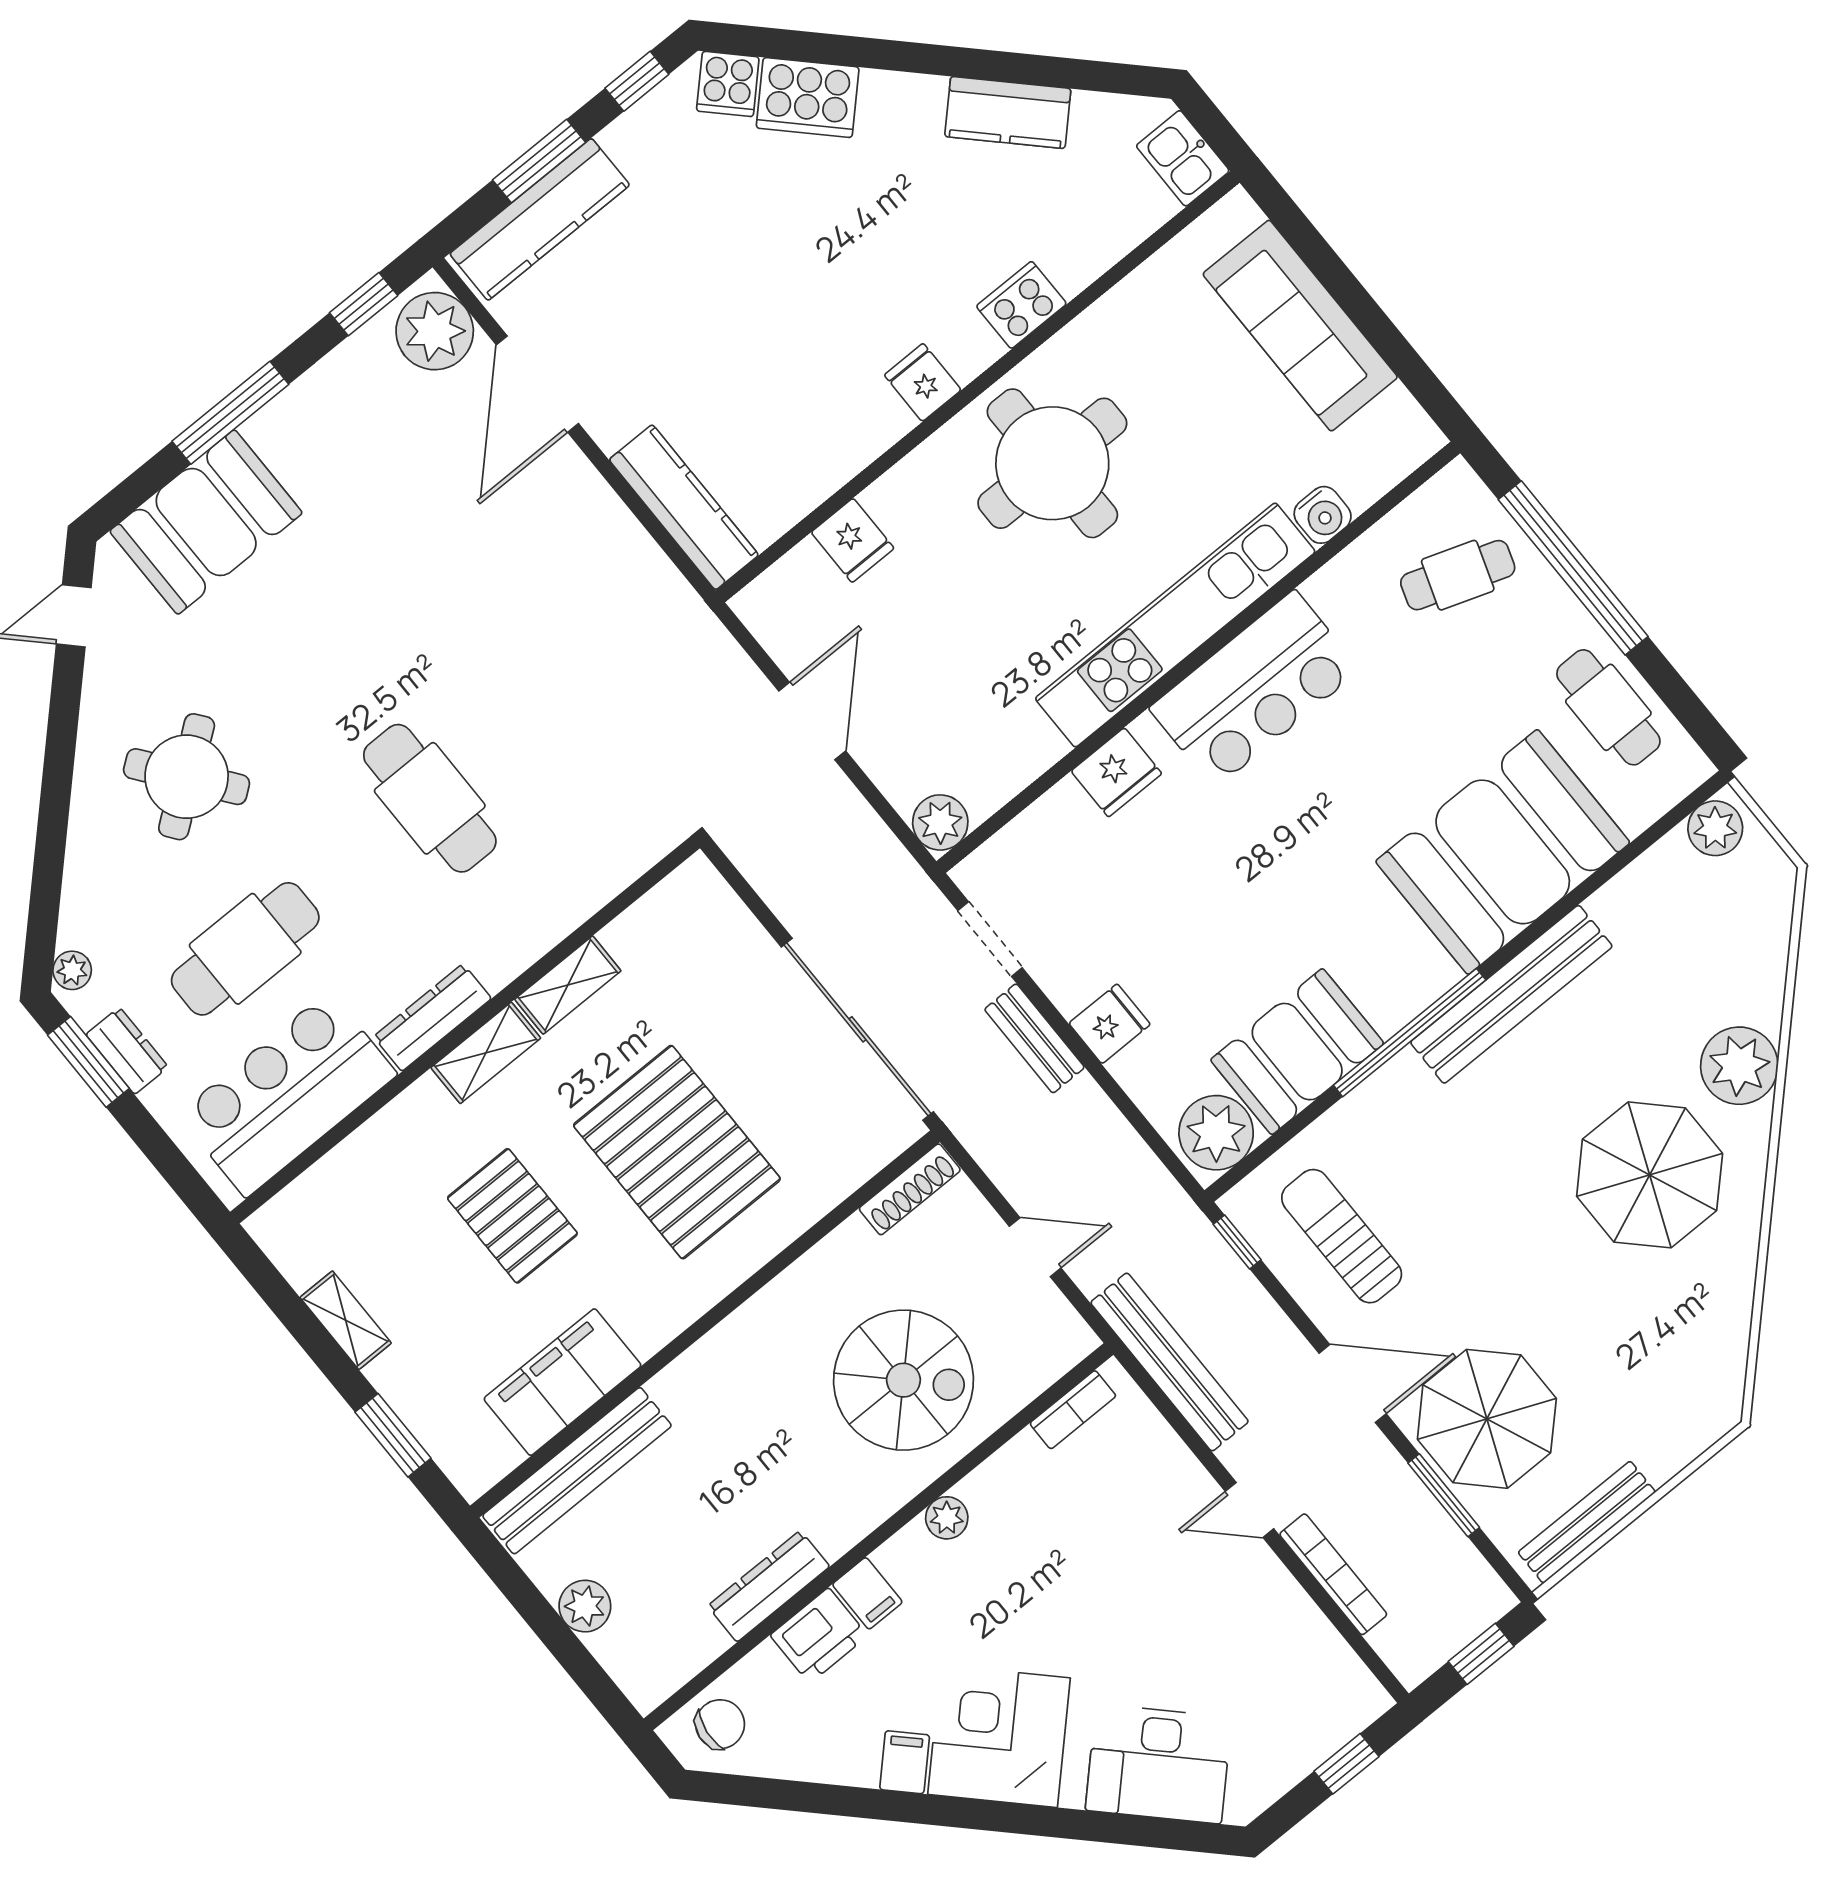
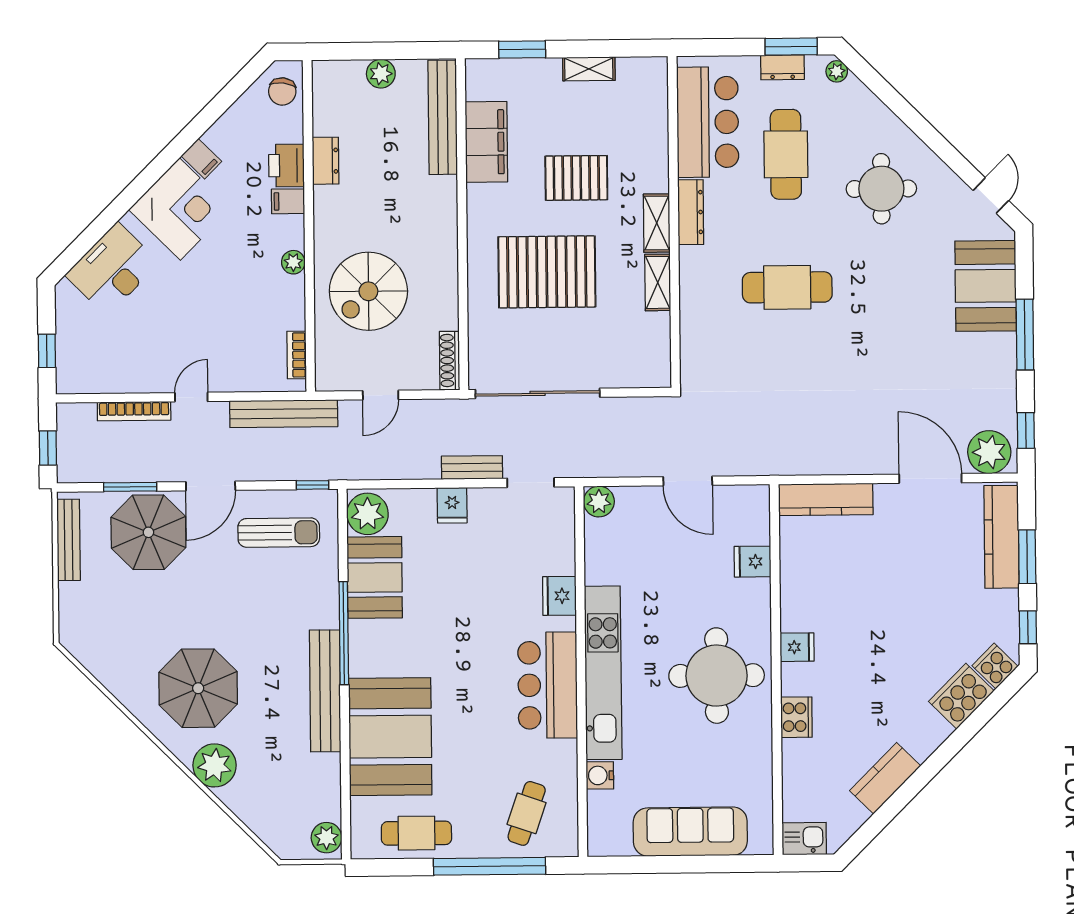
round table: (187, 777) -> (881, 189), turned 37
dresser: (769, 1586) -> (326, 161), width x0.70

